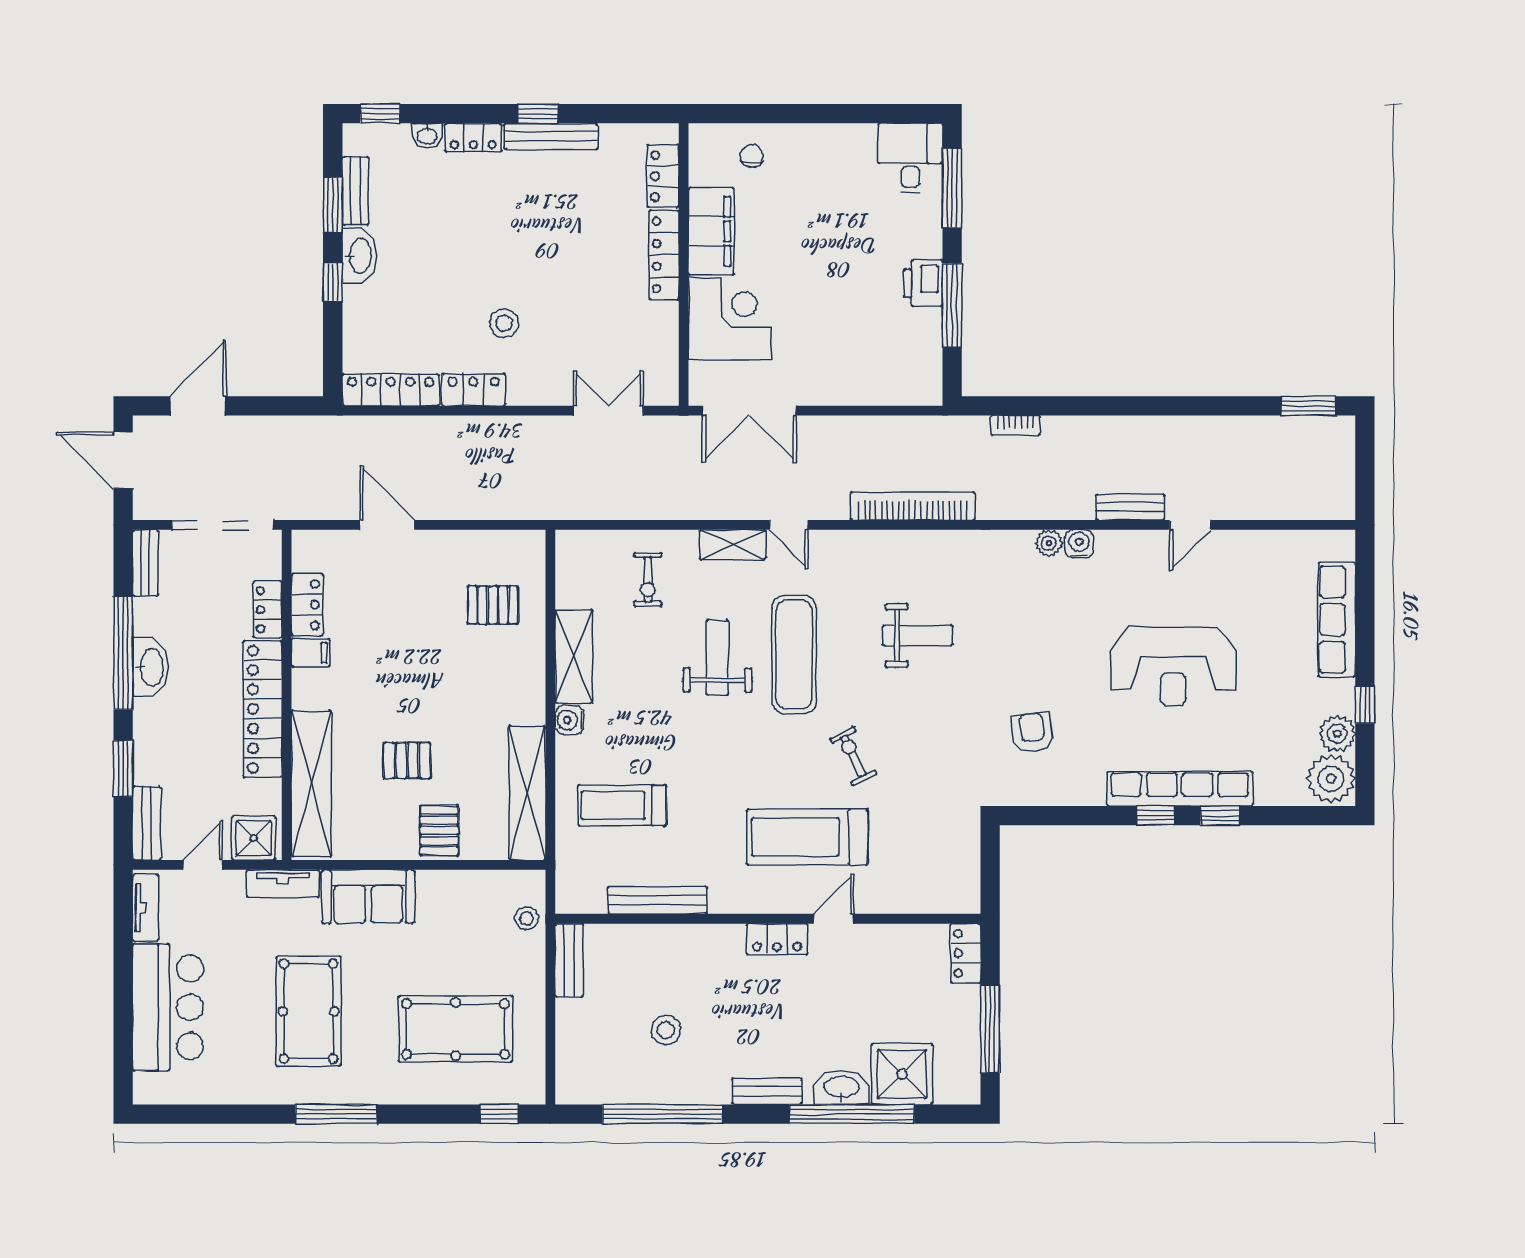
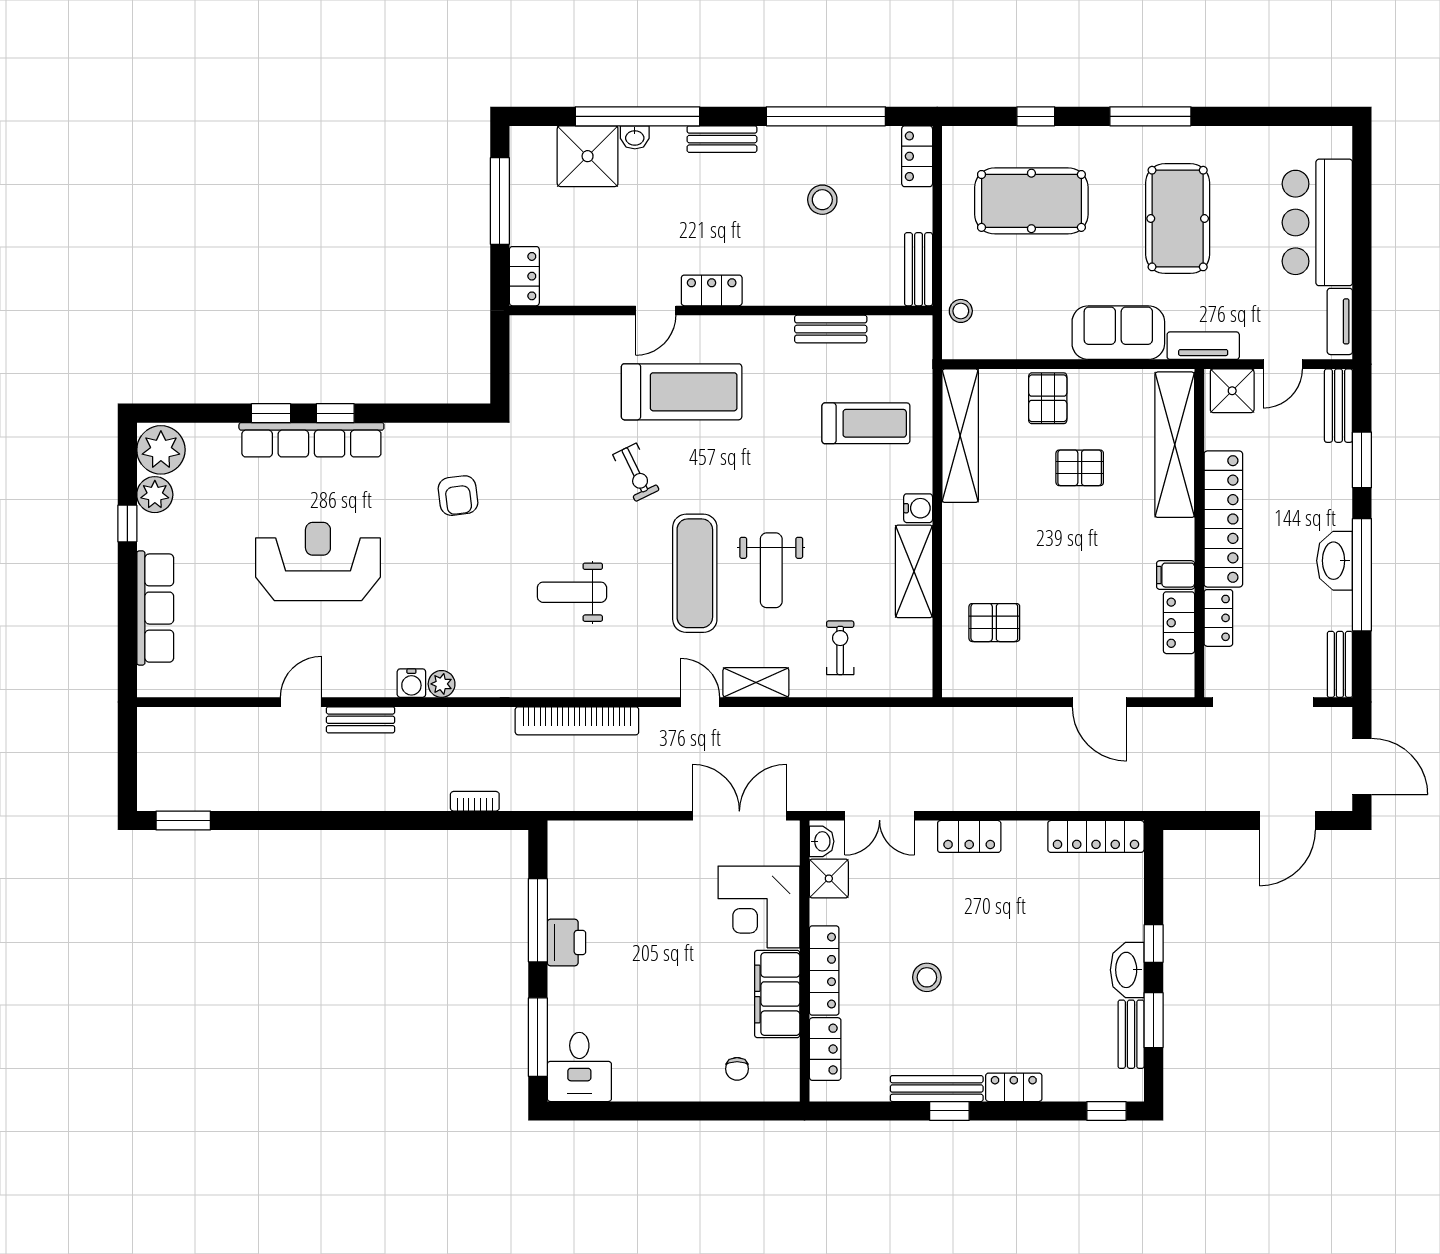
washbasin: (427, 136) -> (822, 841), moved, turned 90
stool: (504, 323) -> (927, 977), moved
shower: (659, 348) -> (829, 879), added
locker: (473, 390) -> (969, 836), moved
bench: (657, 900) -> (831, 329), width x0.73
locker: (571, 1074) -> (917, 156), added
washbasin: (841, 1088) -> (635, 137), width x0.52, depth x0.69
window: (499, 1114) -> (1036, 116), moved

